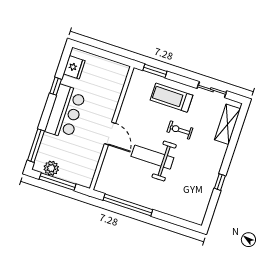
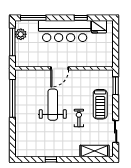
treadmill: (171, 98) -> (100, 104), turned 180
bar counter: (65, 112) -> (65, 31), width x1.36

